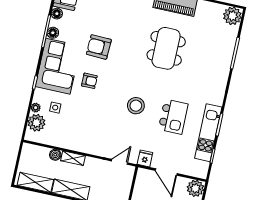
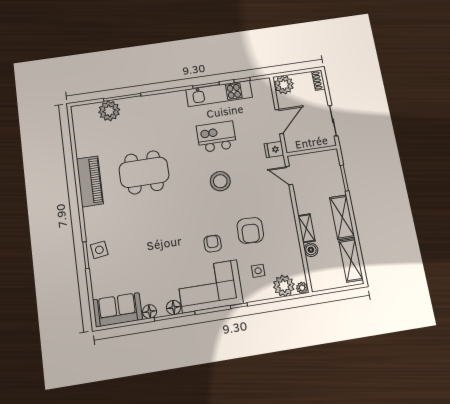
plant: (232, 16) -> (109, 111), moved
armchair: (99, 47) -> (250, 230), moved
plant: (36, 108) -> (302, 288), moved

